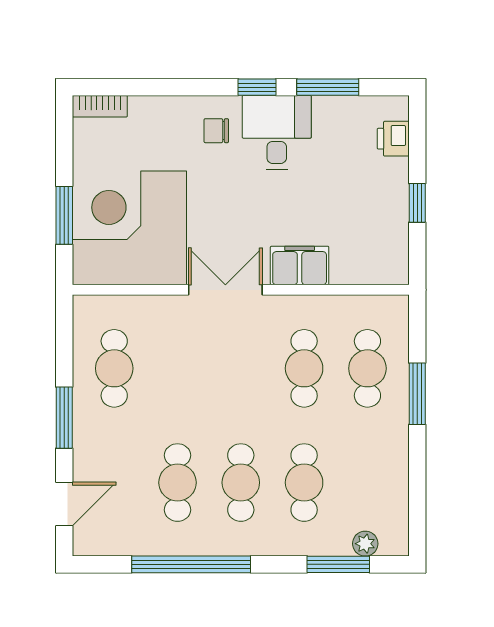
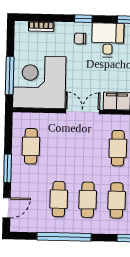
window: (257, 87) -> (83, 19), moved
bookcase: (100, 106) -> (41, 26), moved
window: (64, 215) -> (10, 76), width x1.44

